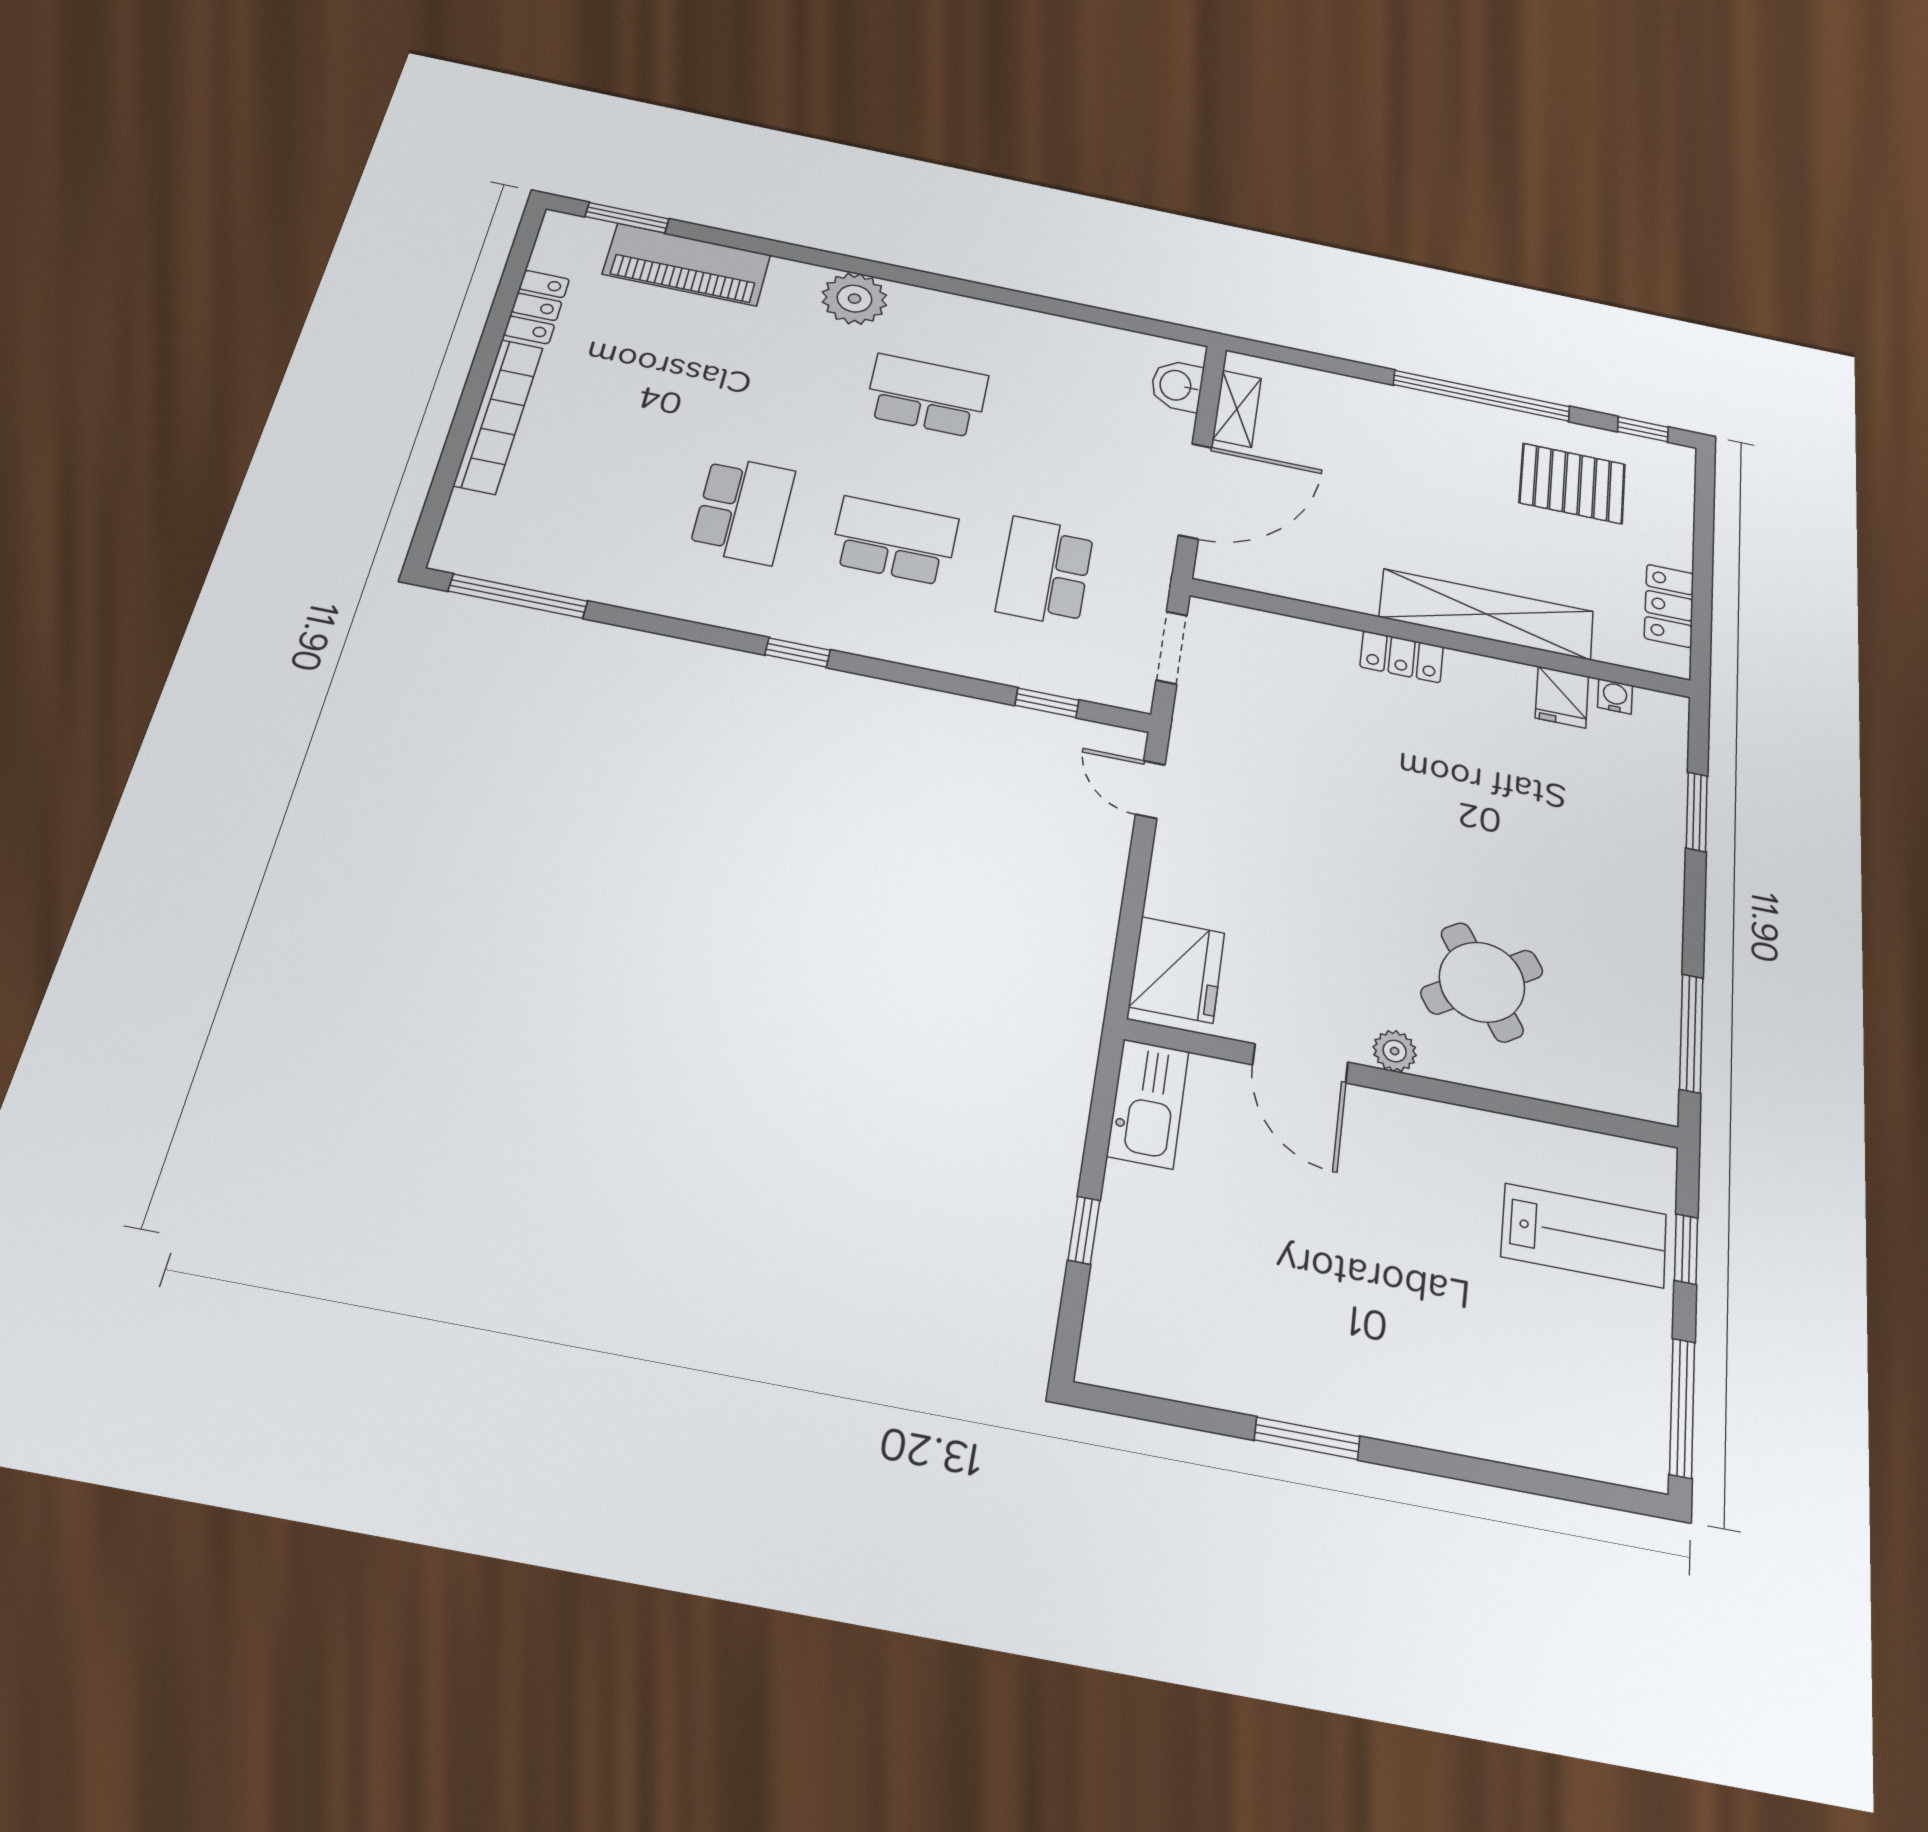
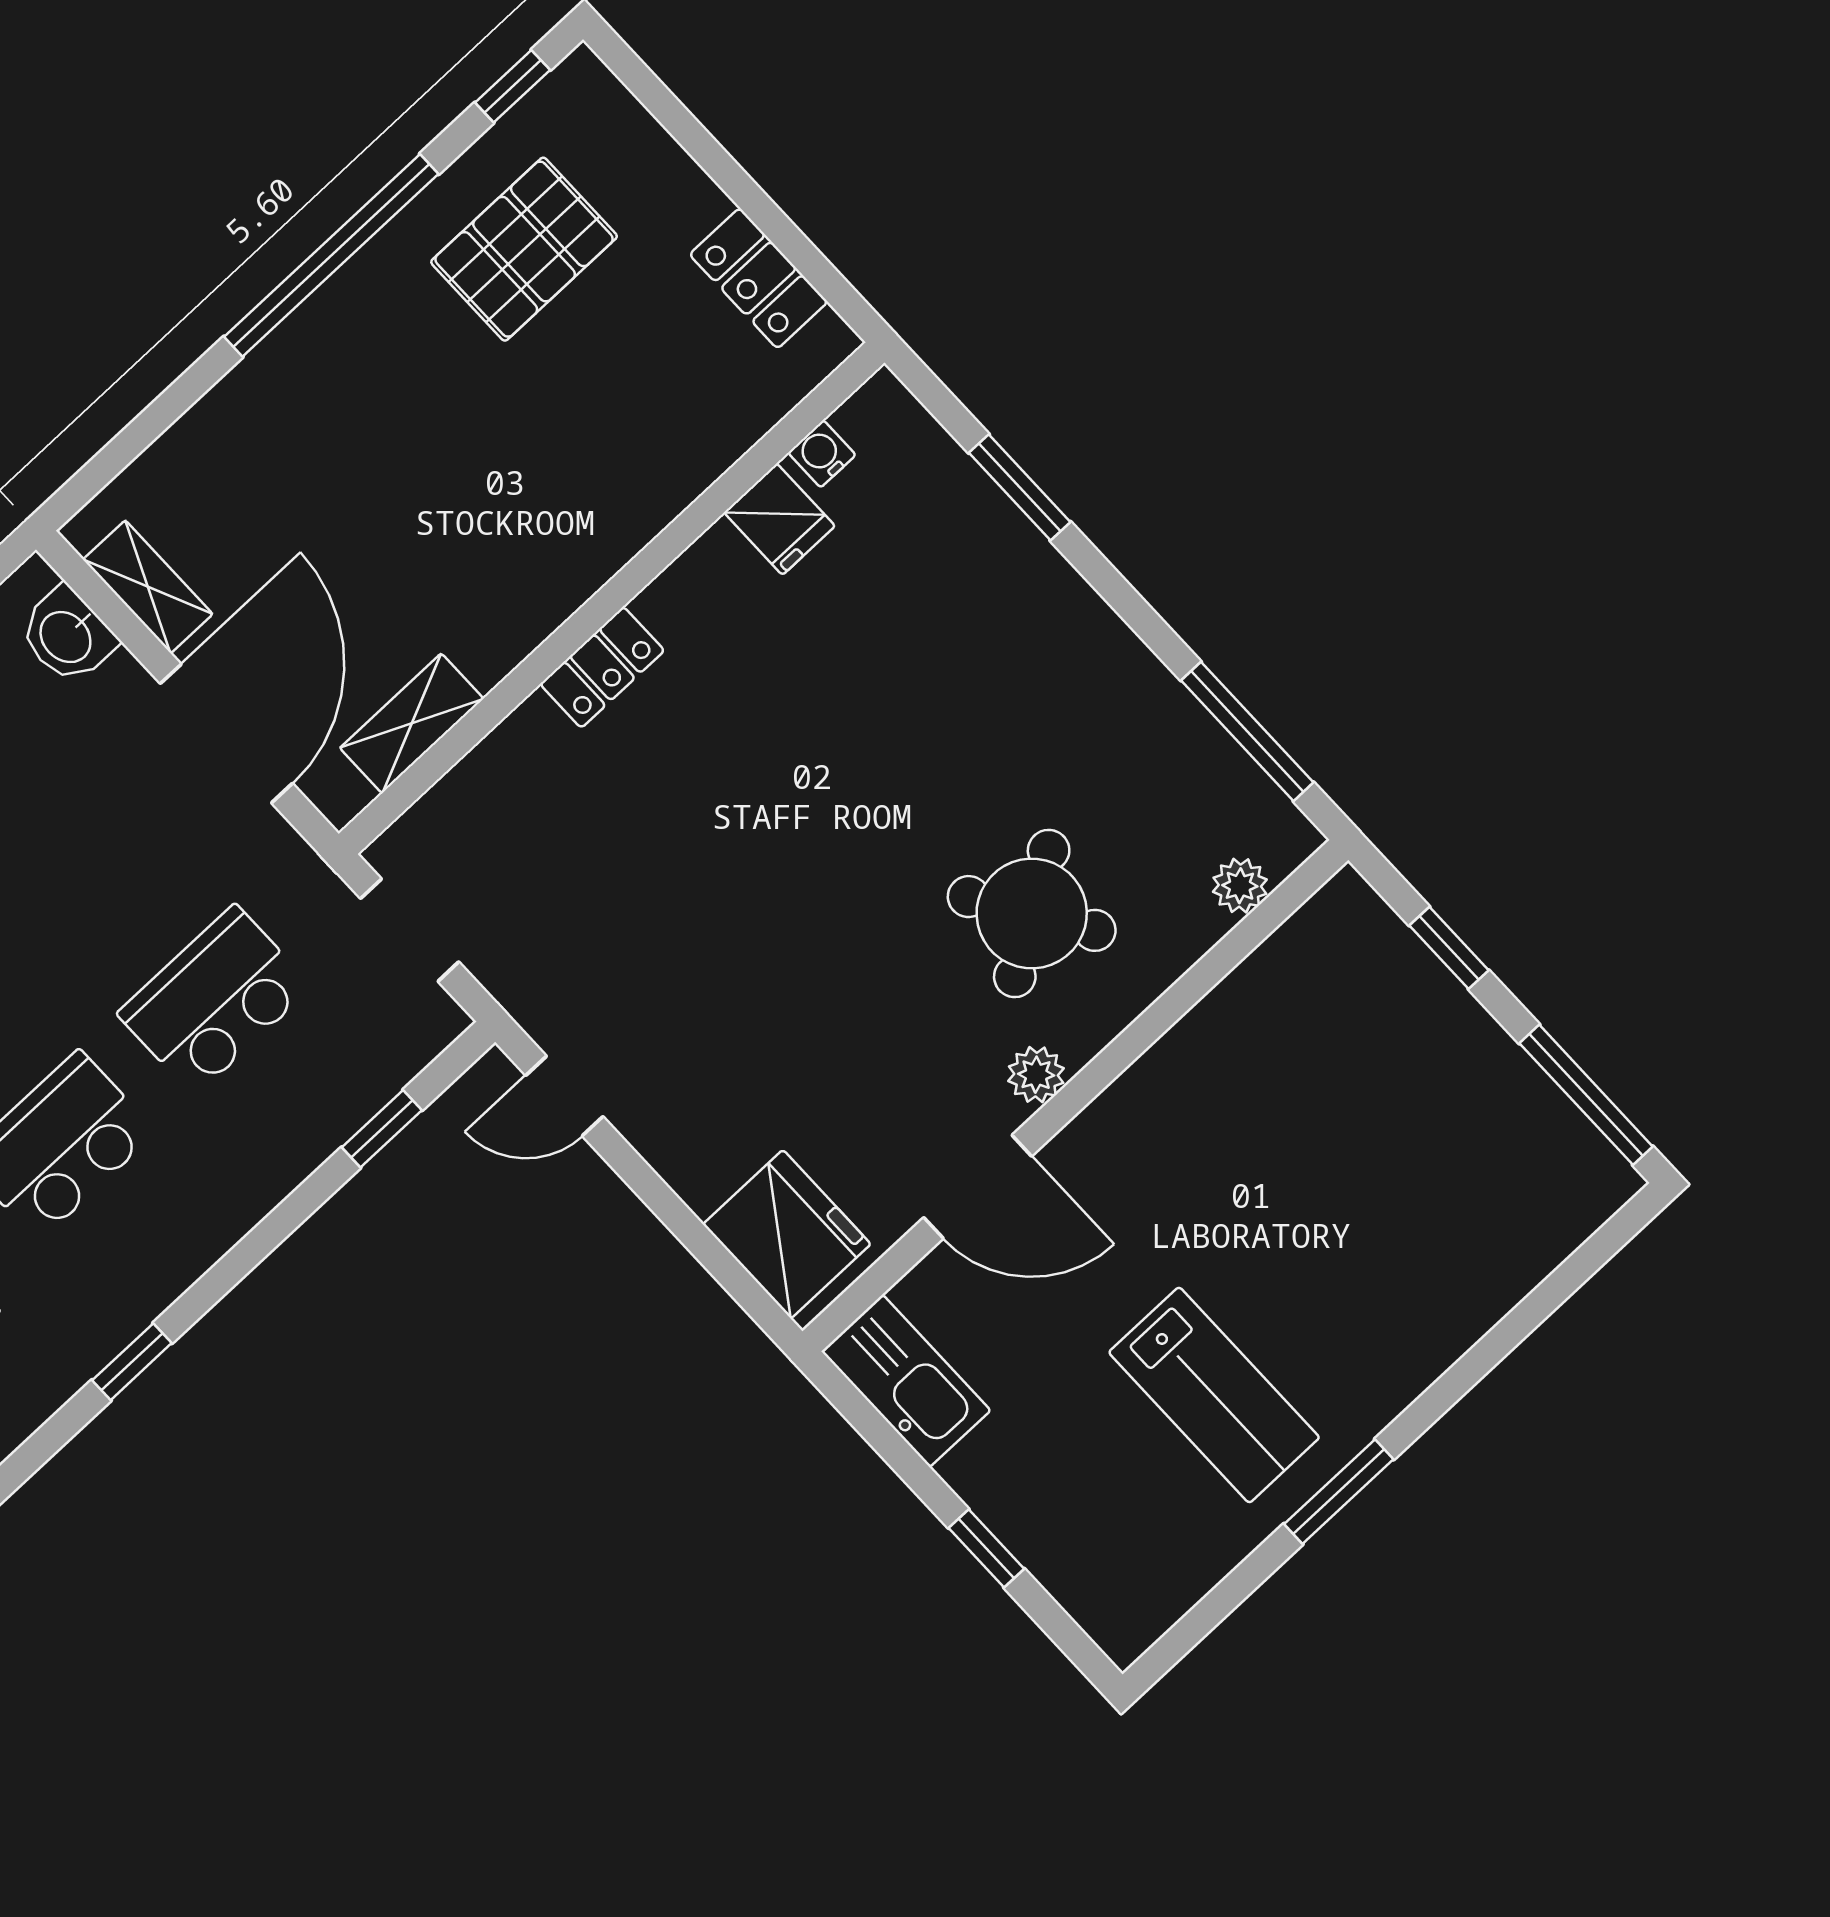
school desk: (1045, 571) -> (215, 1000), turned 90
shelving: (1487, 614) -> (412, 723), moved, width x0.45, depth x0.75
plant: (1606, 1093) -> (1240, 886), added
lab bench: (1584, 1235) -> (1214, 1395), moved, turned 90

